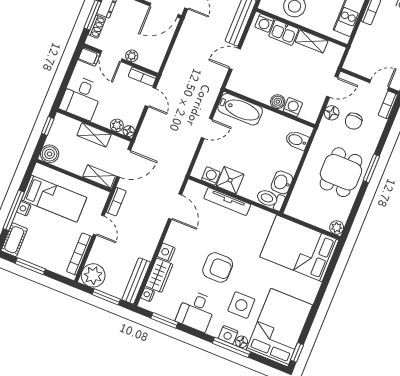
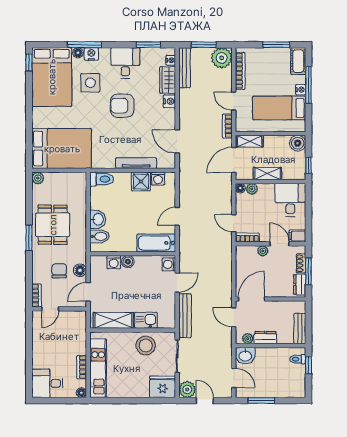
washing machine: (264, 23) -> (169, 264), moved, turned -90
shelving: (312, 41) -> (113, 320), width x1.50, depth x1.33
washbasin: (282, 182) -> (98, 219), moved

